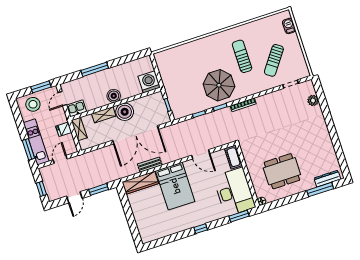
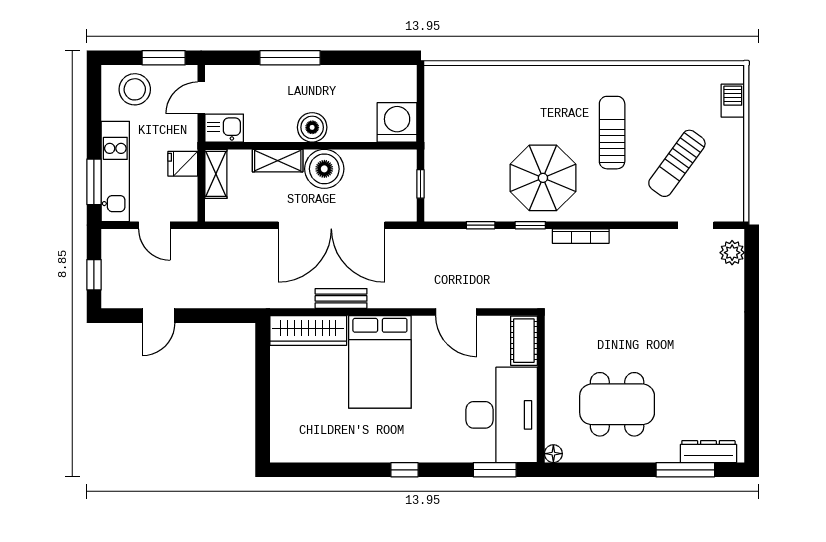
plant: (313, 100) -> (732, 253), moved
door: (60, 159) -> (154, 225), swing flipped
window: (98, 189) -> (215, 316), removed

